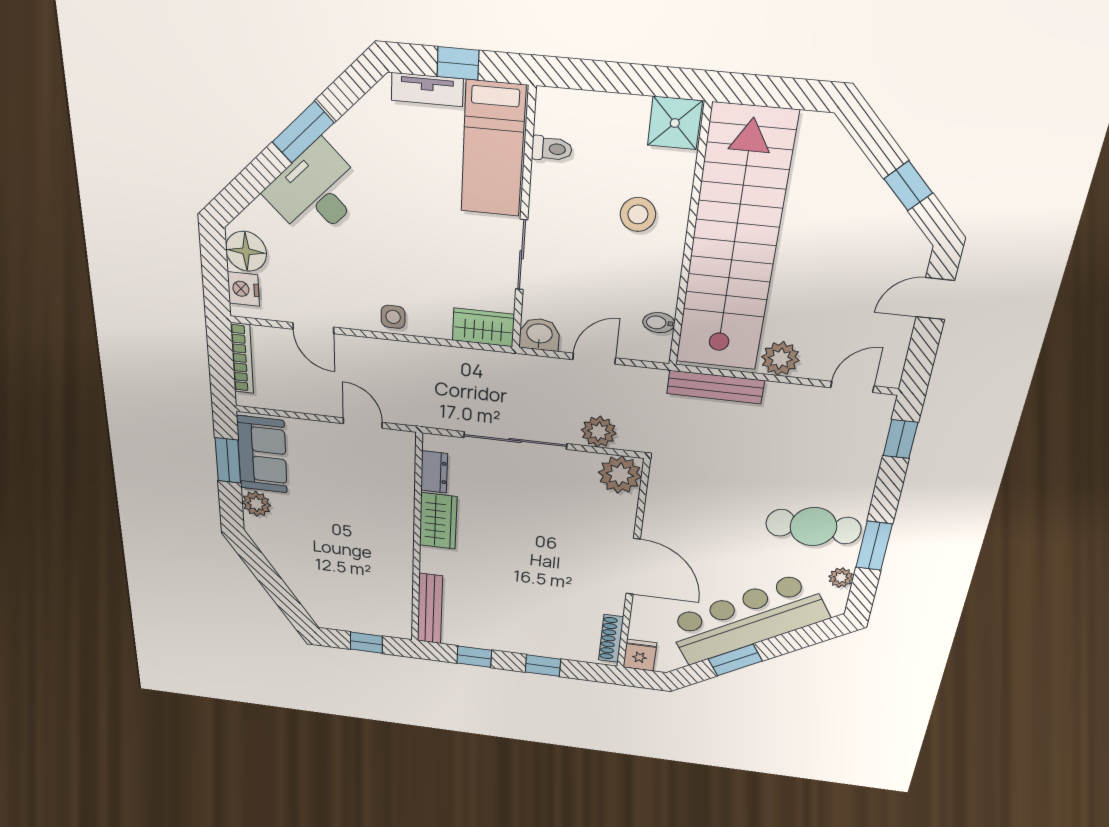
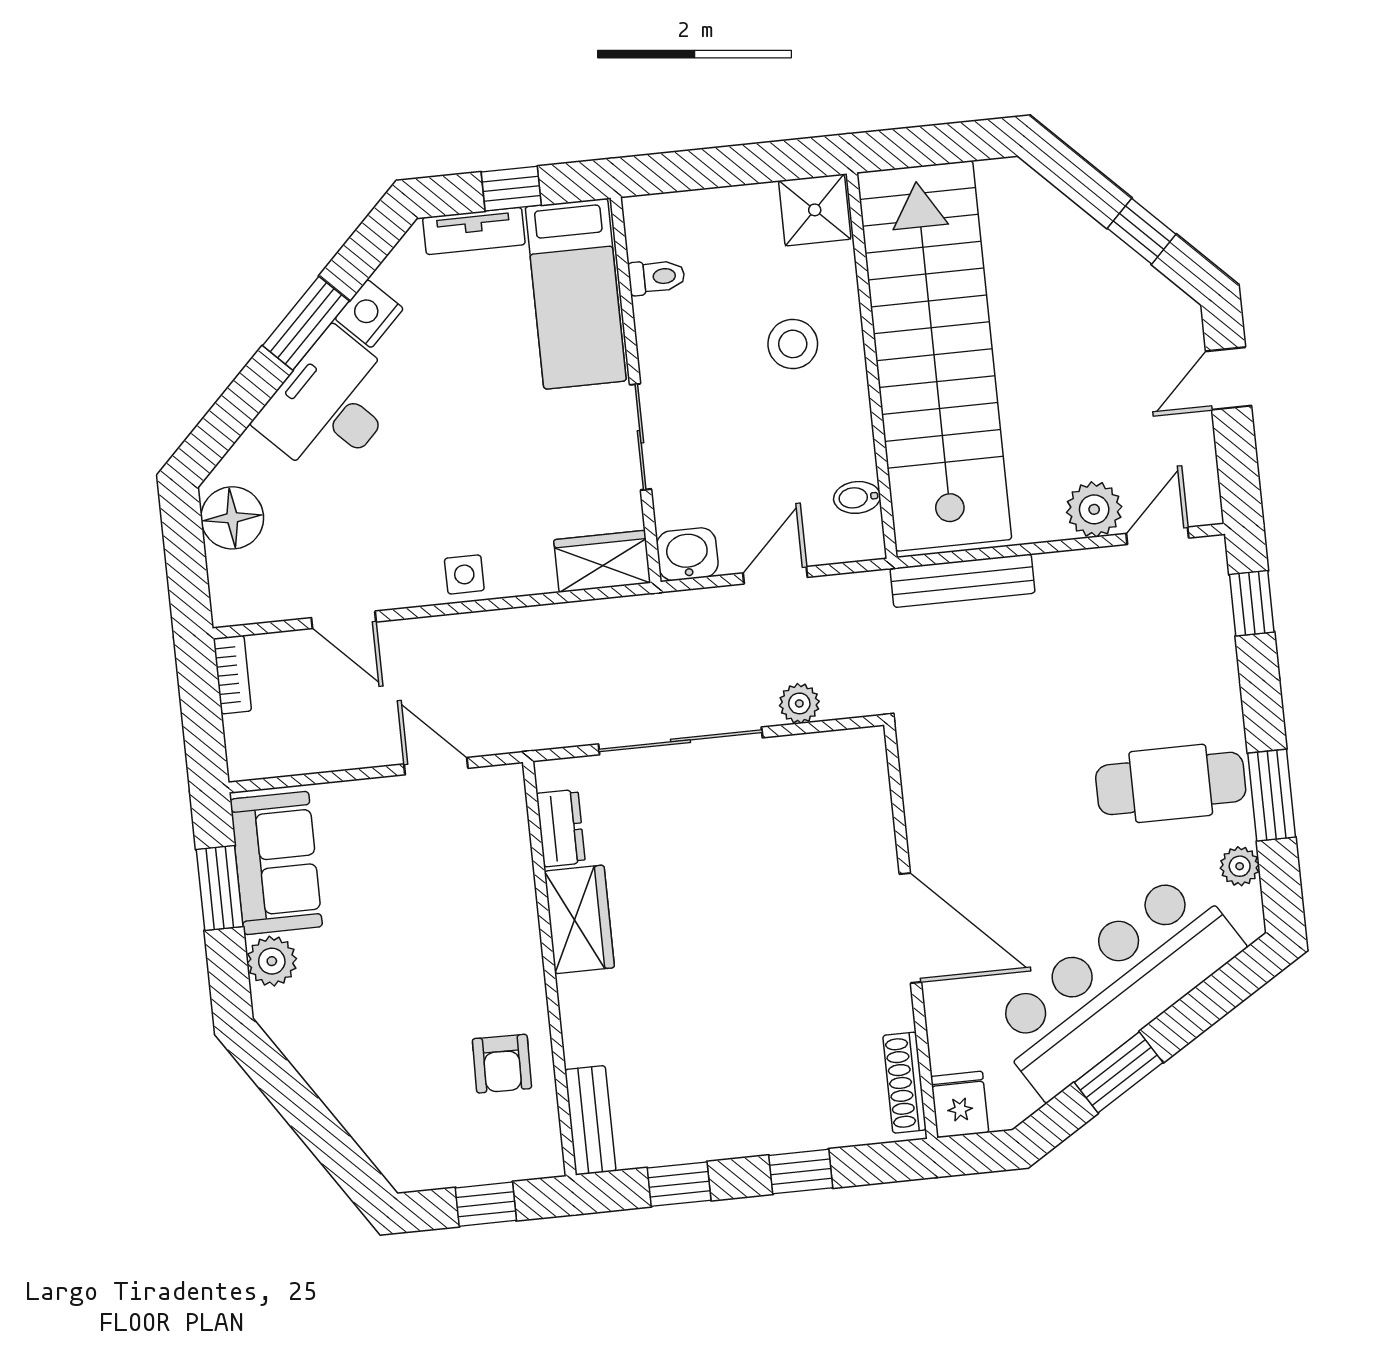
nightstand: (243, 289) -> (369, 314), moved, turned 45
bookcase: (242, 358) -> (232, 675), width x0.64
plant: (780, 359) -> (1094, 509), moved
plant: (599, 432) -> (799, 703), width x0.73, depth x0.73
plant: (620, 475) -> (854, 763), removed
armchair: (383, 581) -> (502, 1064), added
bench: (430, 609) -> (590, 1120), width x0.73

